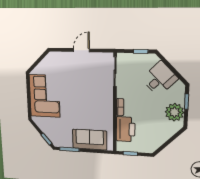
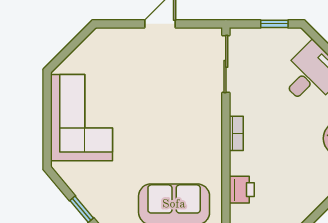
printer: (126, 129) -> (242, 190), width x0.53, depth x0.68

